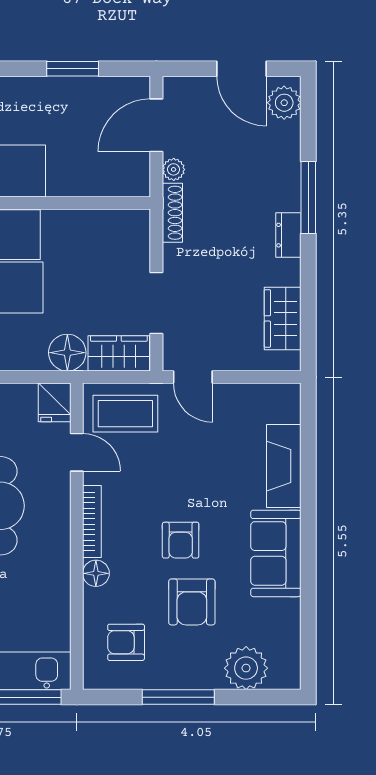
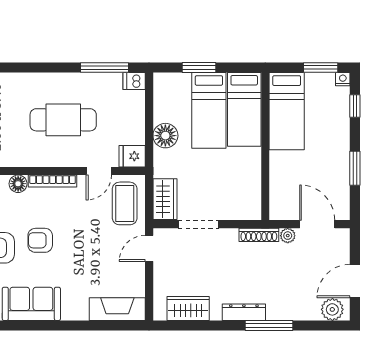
dresser: (288, 235) -> (244, 312), width x1.44
floor lamp: (67, 353) -> (165, 136), moved
fireplace: (284, 466) -> (117, 309), moved

